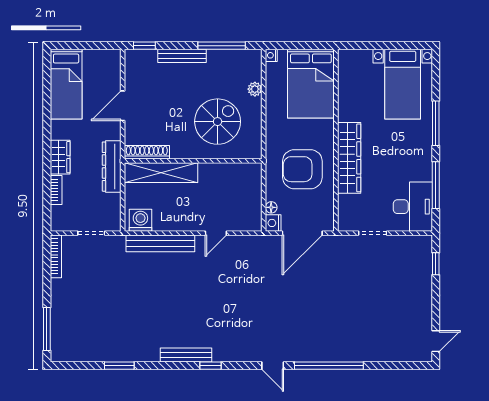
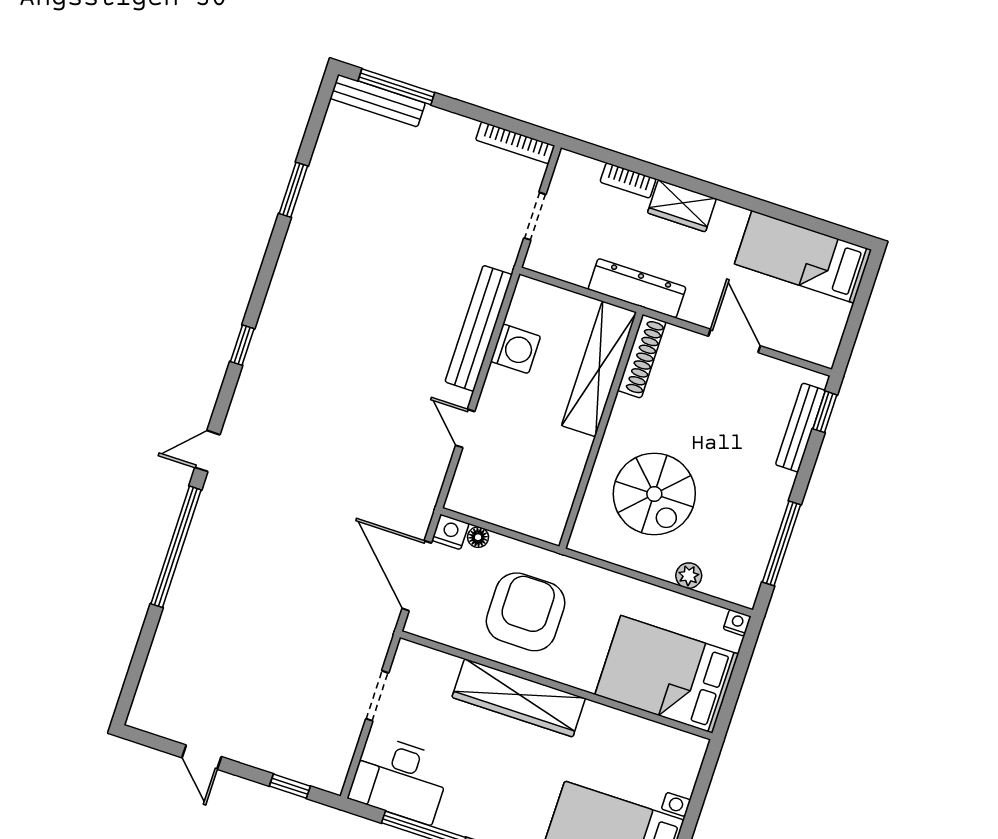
bench: (182, 56) -> (800, 428), moved
washing machine: (140, 220) -> (516, 349), moved
door: (436, 341) -> (202, 757), moved
bench: (186, 355) -> (378, 101), moved, turned 90

